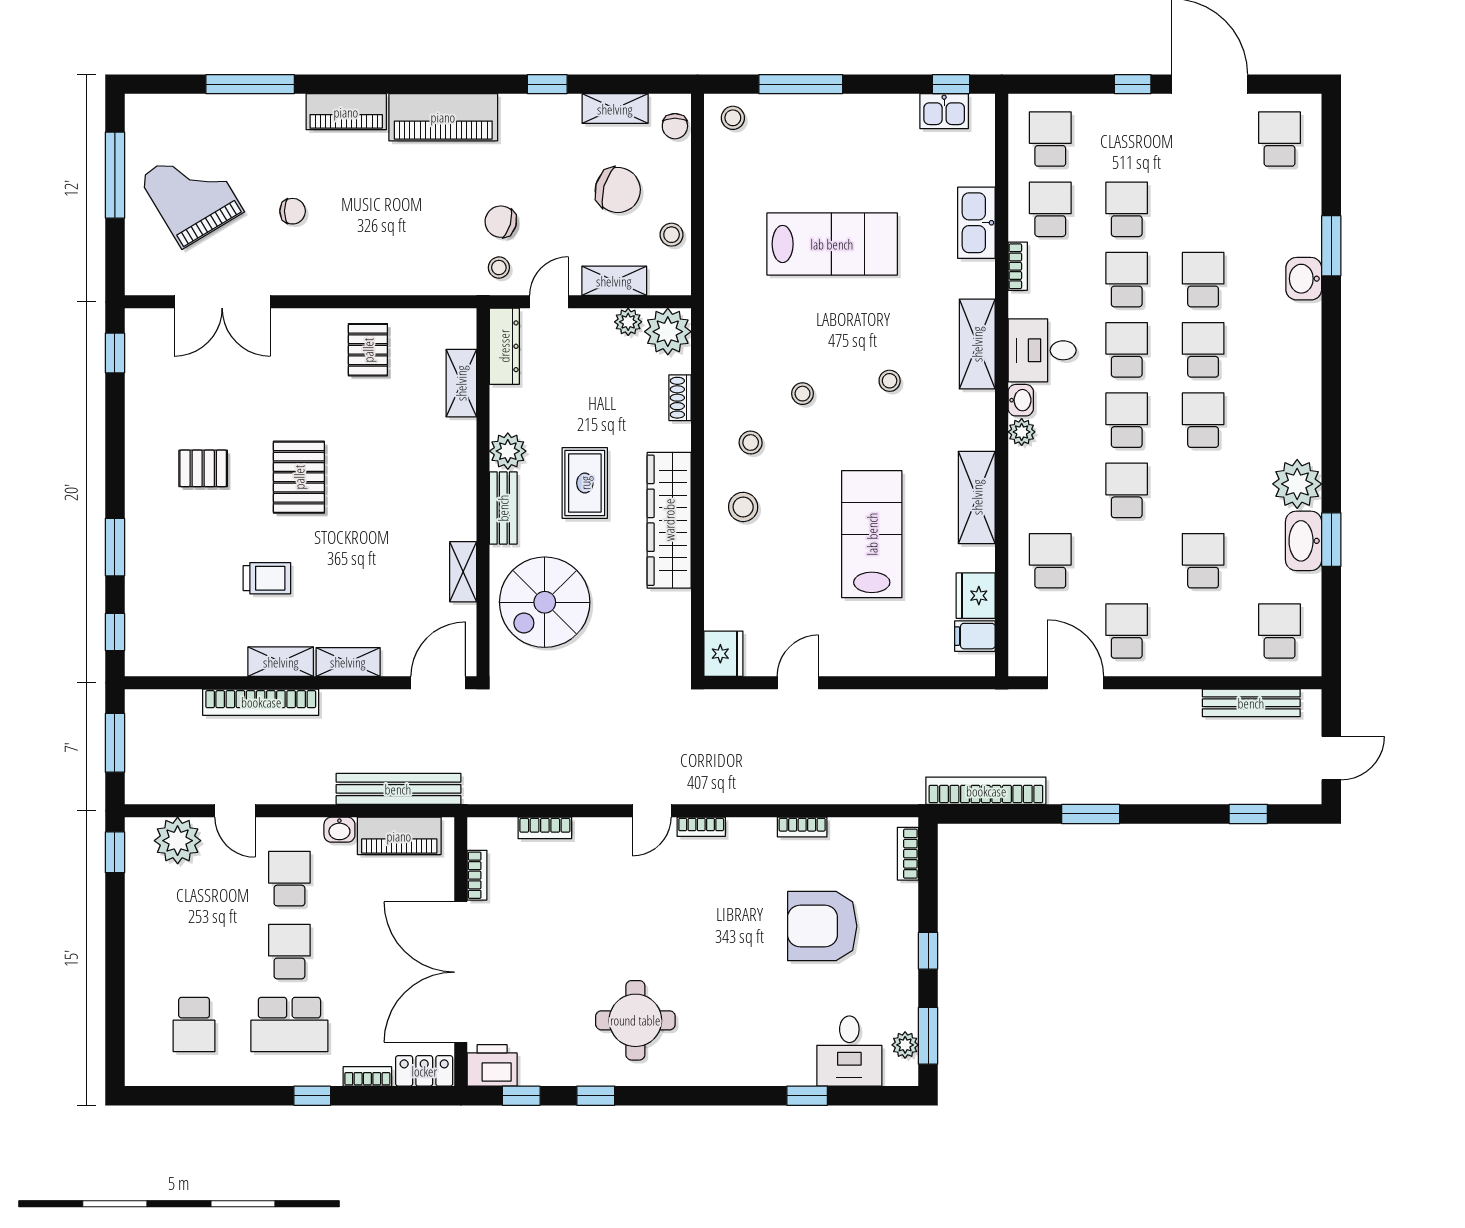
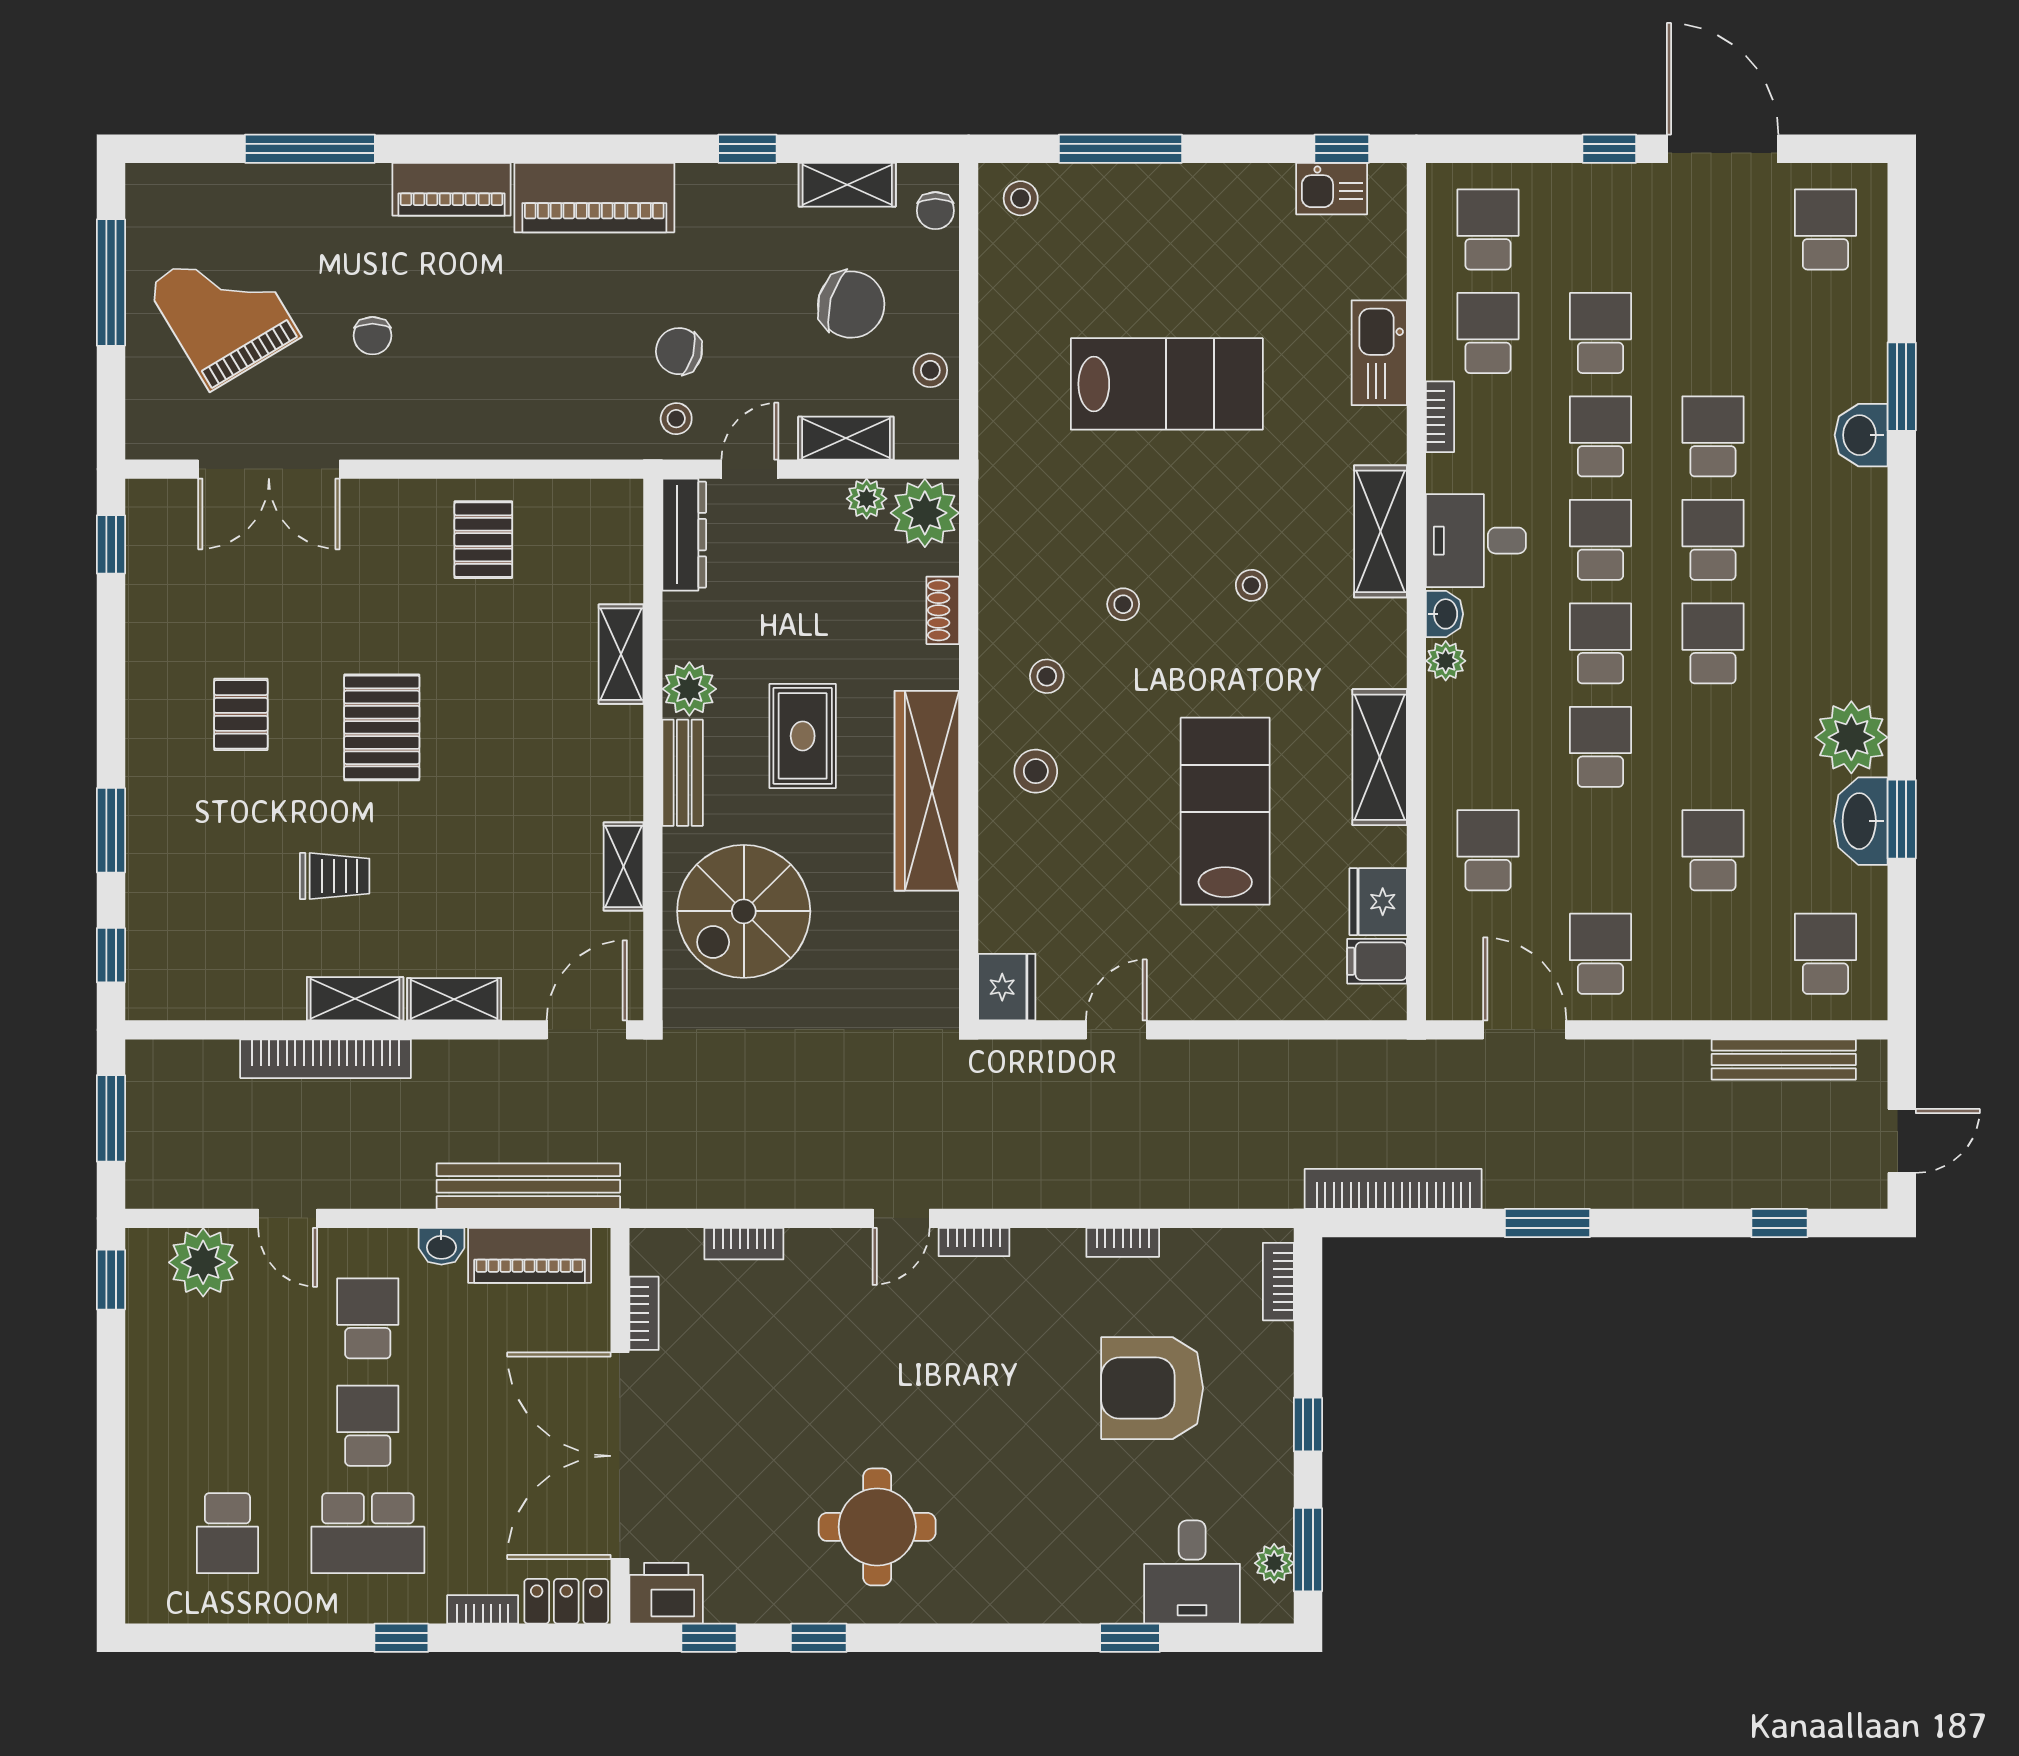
chair: (293, 211) -> (372, 336), turned 90
shelving: (461, 383) -> (621, 654), moved
pallet: (203, 468) -> (241, 714), turned 90

